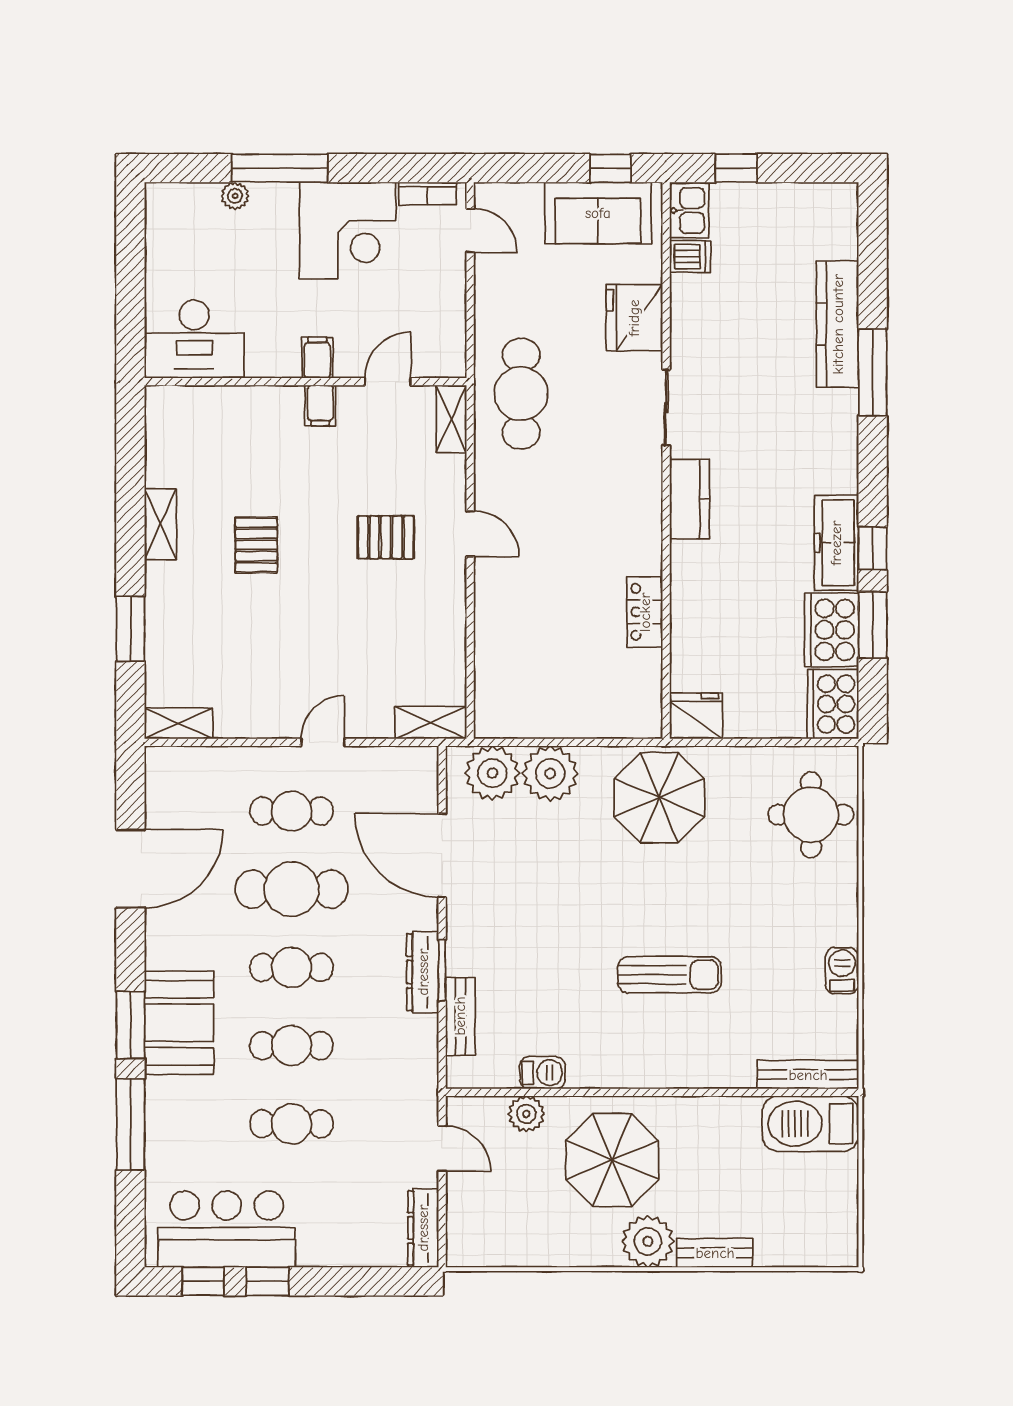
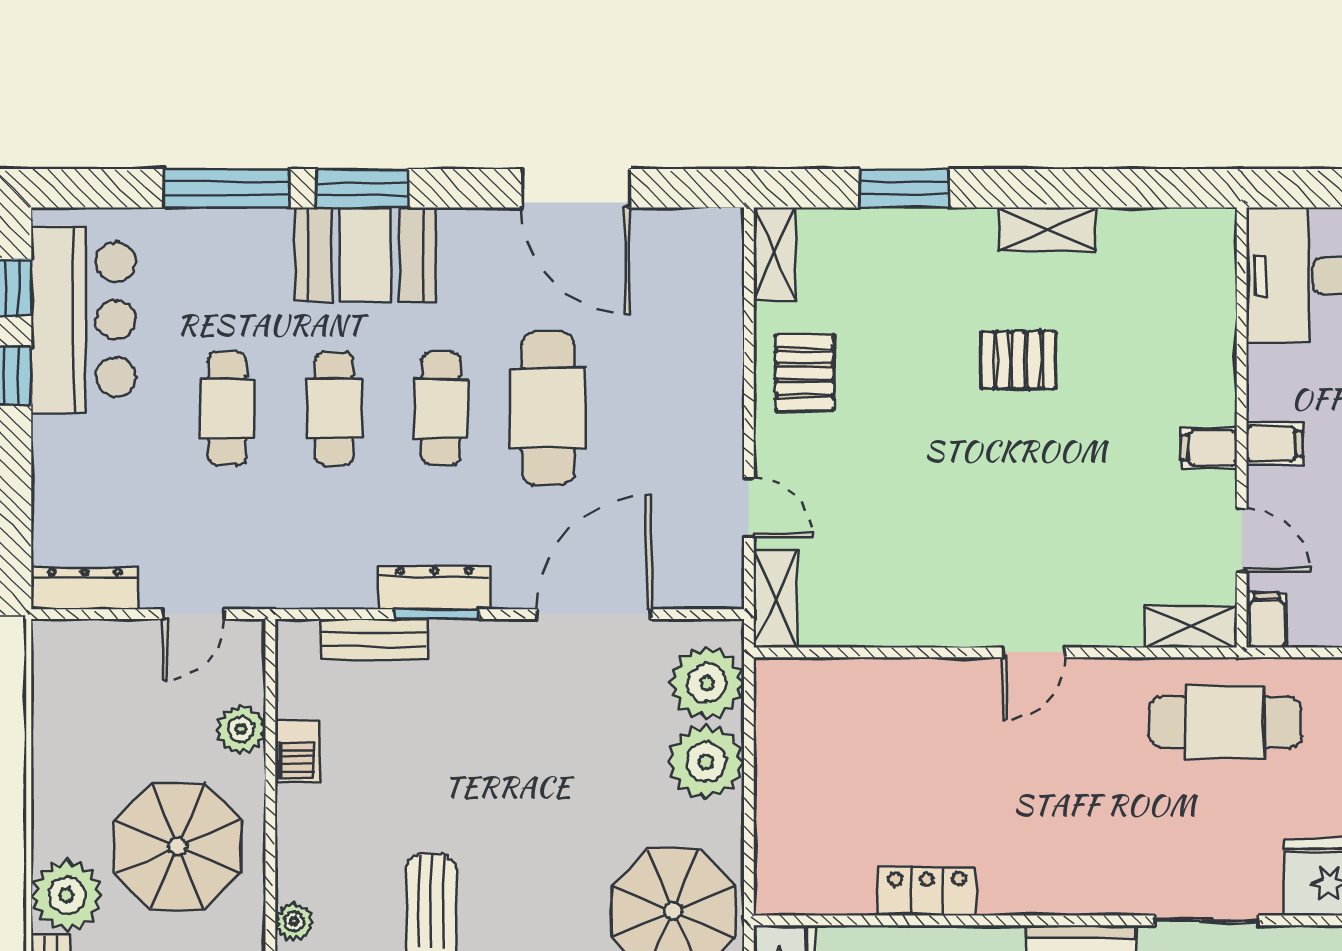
filing cabinet: (447, 363) -> (1267, 620), added
pallet: (386, 537) -> (805, 372), moved
door: (323, 742) -> (749, 508), moved
cafe table: (292, 811) -> (655, 408), removed
plant: (667, 1075) -> (294, 921), added

